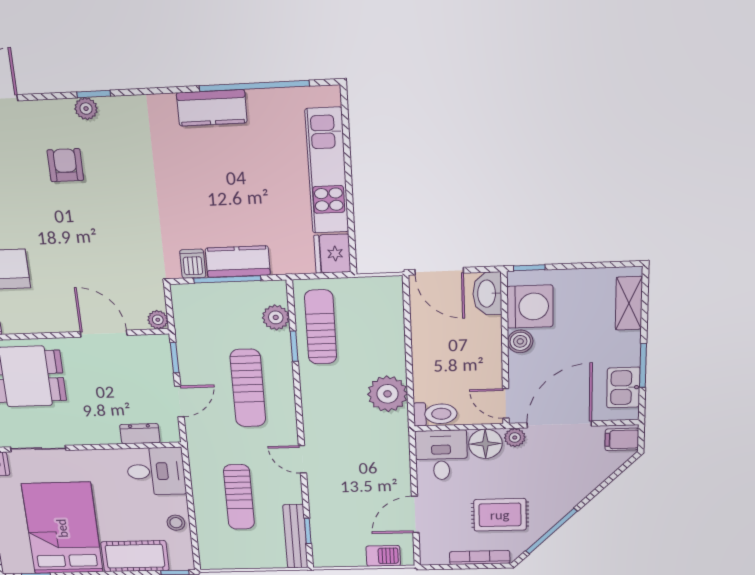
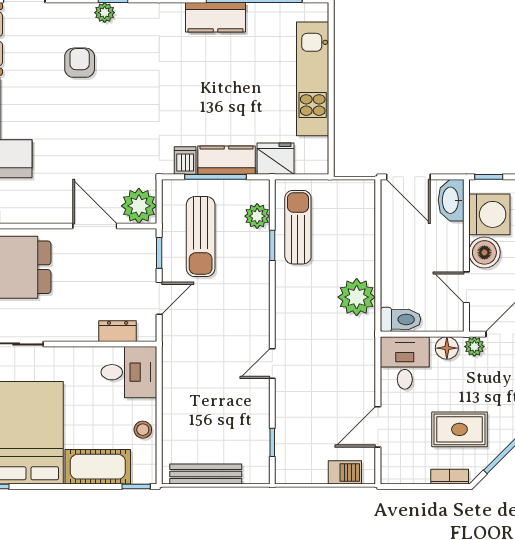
fridge: (332, 254) -> (275, 159), moved, turned 90
plant: (158, 320) -> (139, 206), width x1.87, depth x1.87
boiler: (520, 341) -> (484, 252), width x1.36, depth x1.36
sun lounger: (248, 388) -> (201, 237), moved
door: (506, 403) -> (466, 287), moved
floor lamp: (485, 444) -> (447, 348), width x0.73, depth x0.73
door: (302, 459) -> (272, 364), hinge flipped
sun lounger: (239, 497) -> (208, 403), removed
bench: (295, 536) -> (206, 474), moved, turned 90
bookcase: (480, 558) -> (450, 477), width x0.64

